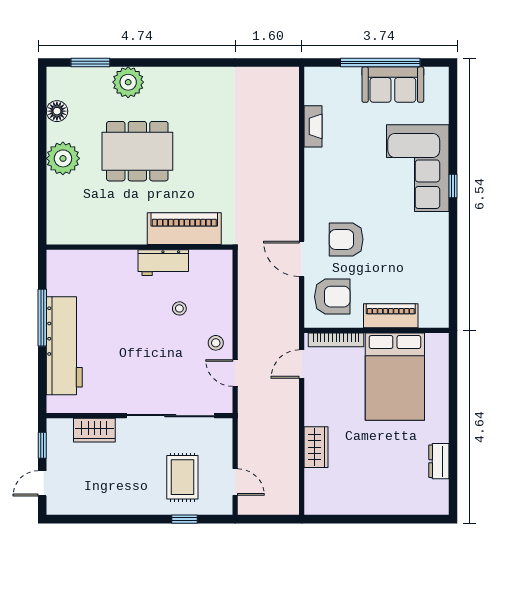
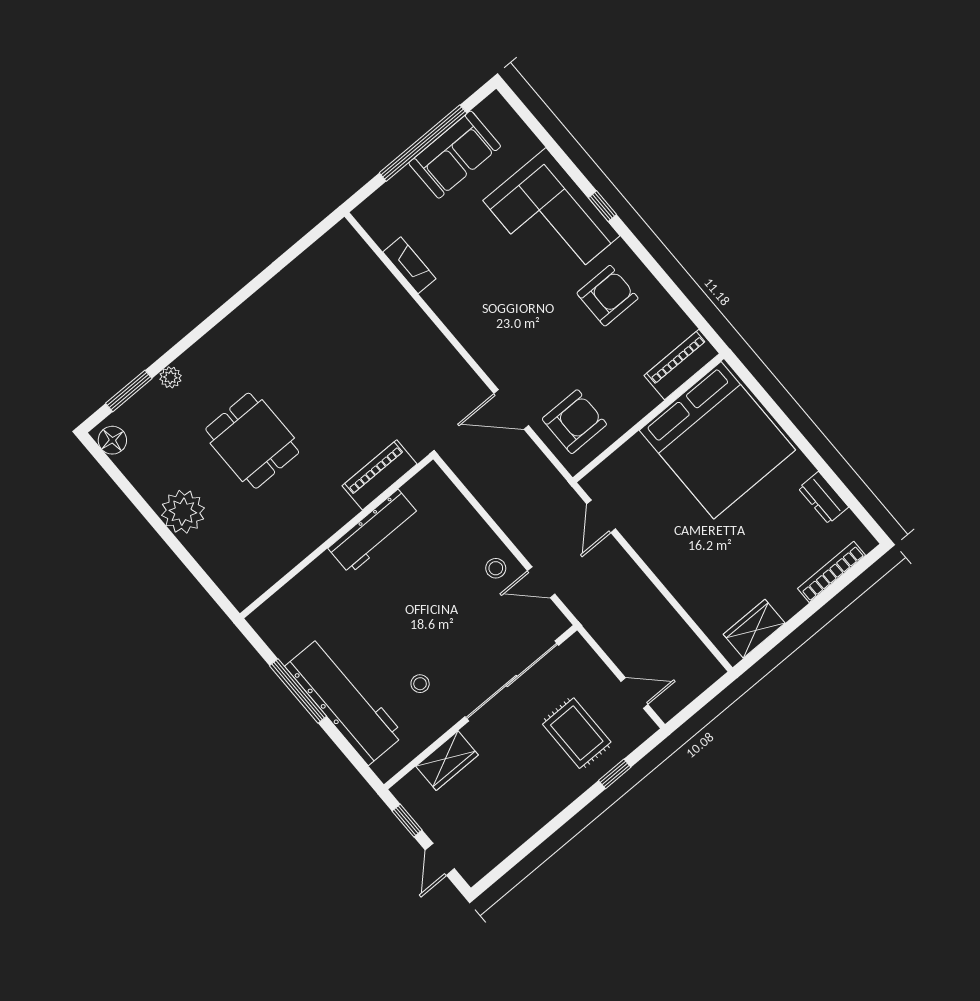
plant: (128, 82) -> (170, 377), width x0.53, depth x0.53
floor lamp: (57, 111) -> (112, 440), moved
dining table: (137, 151) -> (252, 441), width x0.73
piano: (184, 229) -> (380, 475), width x0.73, depth x0.75
armchair: (346, 239) -> (607, 296), moved, turned 180
workbench: (163, 263) -> (374, 532), width x1.38
stool: (179, 308) -> (420, 684), moved
piano: (391, 316) -> (682, 365), moved
bookcase: (336, 340) -> (832, 572), moved, turned 180
bed: (395, 377) -> (717, 440), width x1.36
wardrobe: (316, 447) -> (754, 629), moved, turned -90

